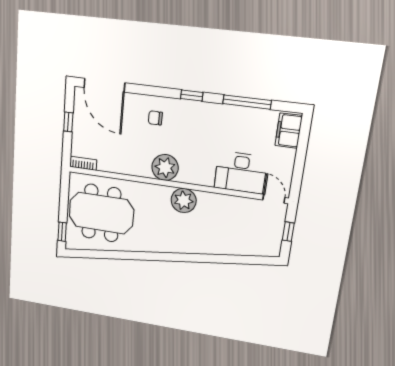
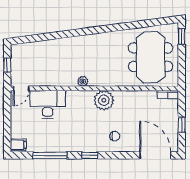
filing cabinet: (289, 131) -> (18, 145), width x0.50
door: (274, 199) -> (21, 88), hinge flipped
plant: (184, 200) -> (83, 81), width x0.53, depth x0.53
meeting table: (101, 213) -> (151, 57), turned 90

